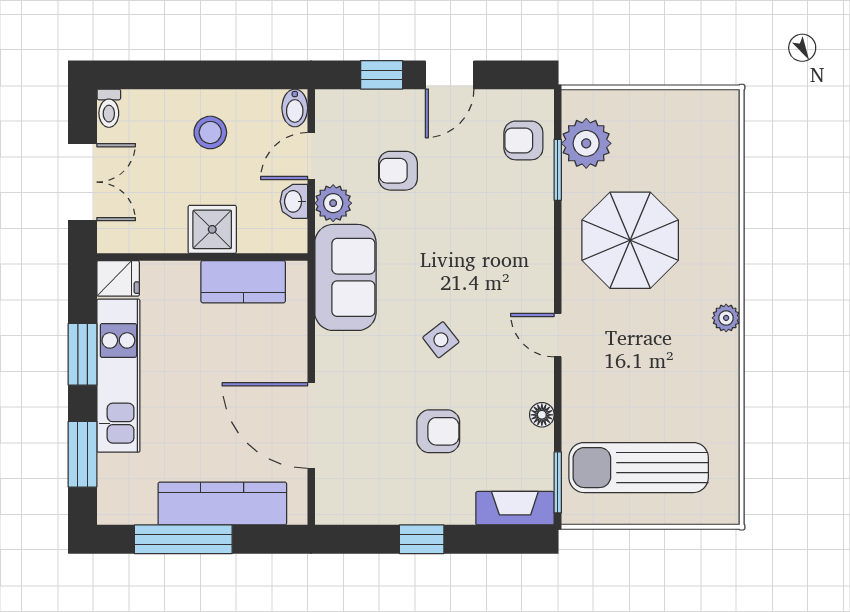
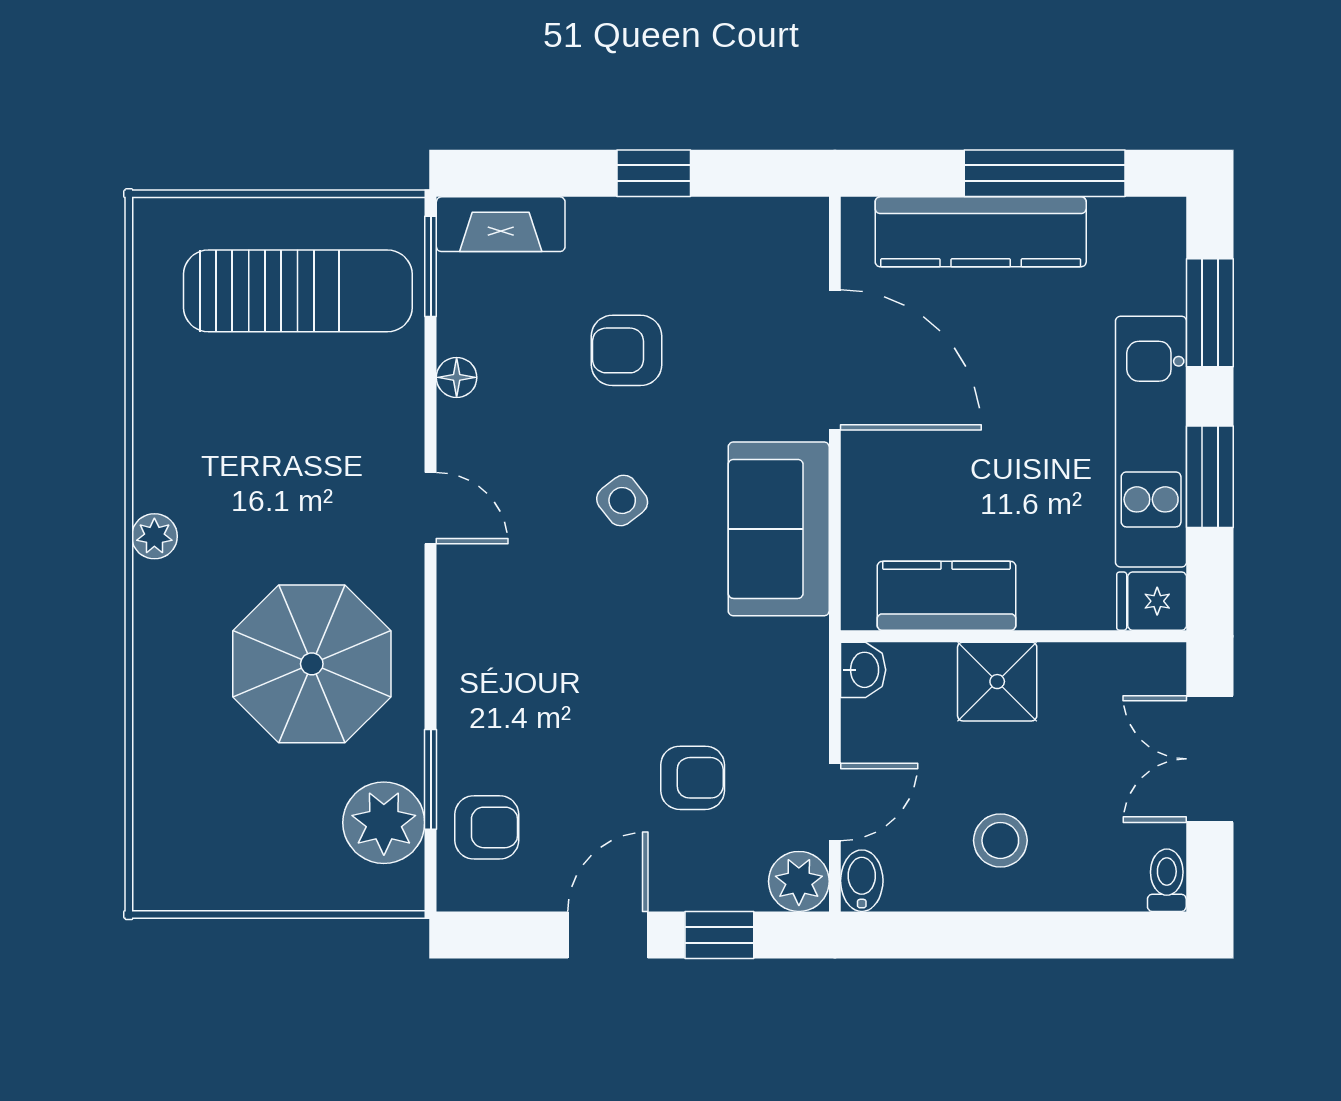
washbasin: (294, 201) -> (863, 670), moved
plant: (333, 203) -> (799, 881), moved
sofa: (345, 277) -> (779, 529), moved

